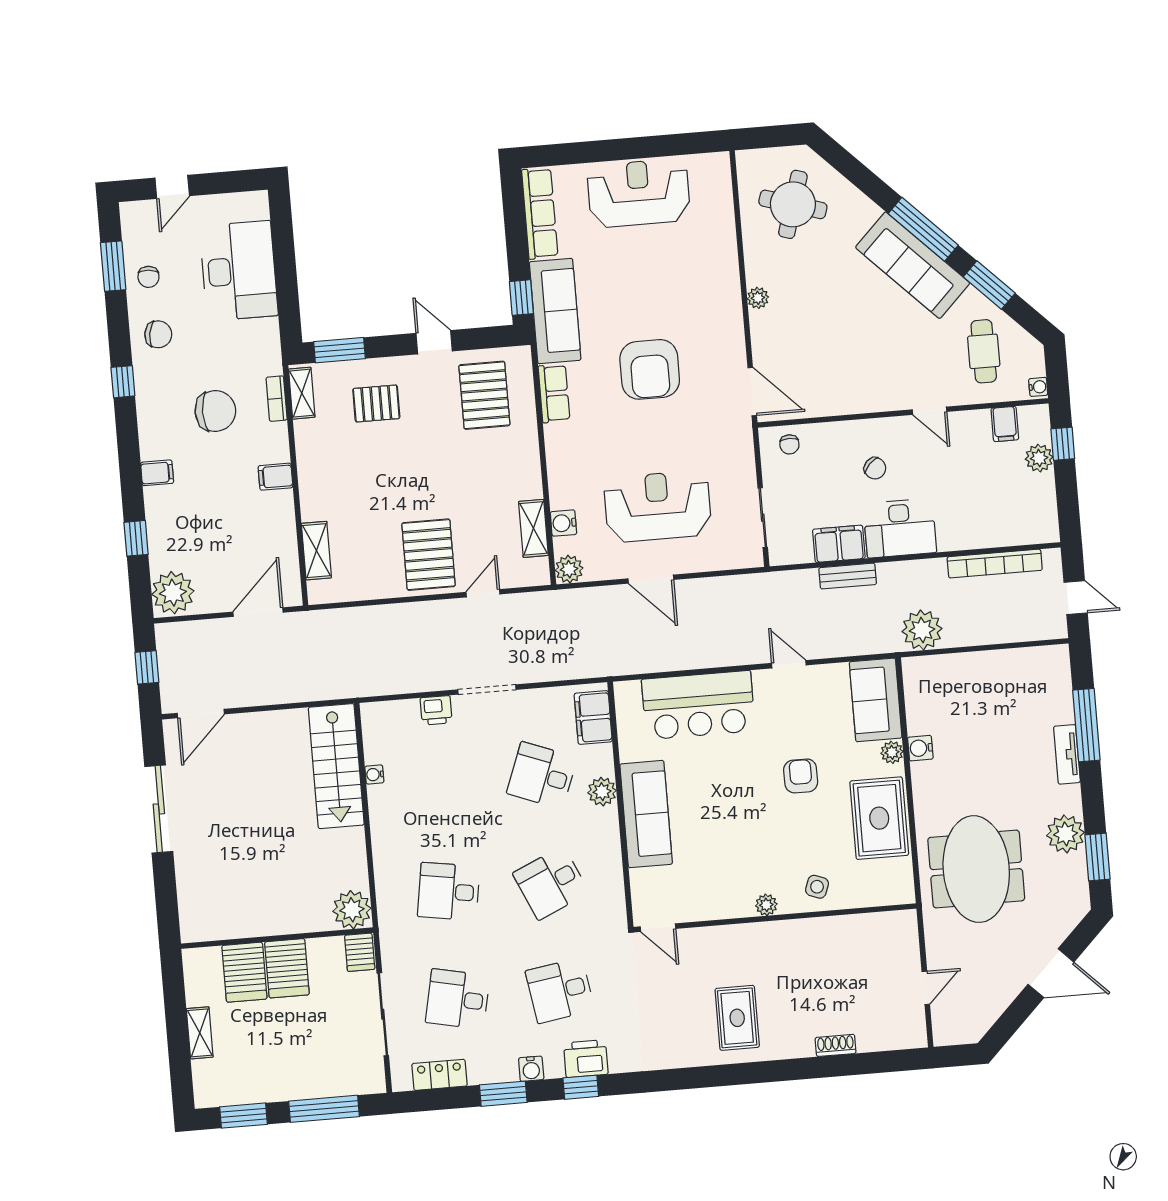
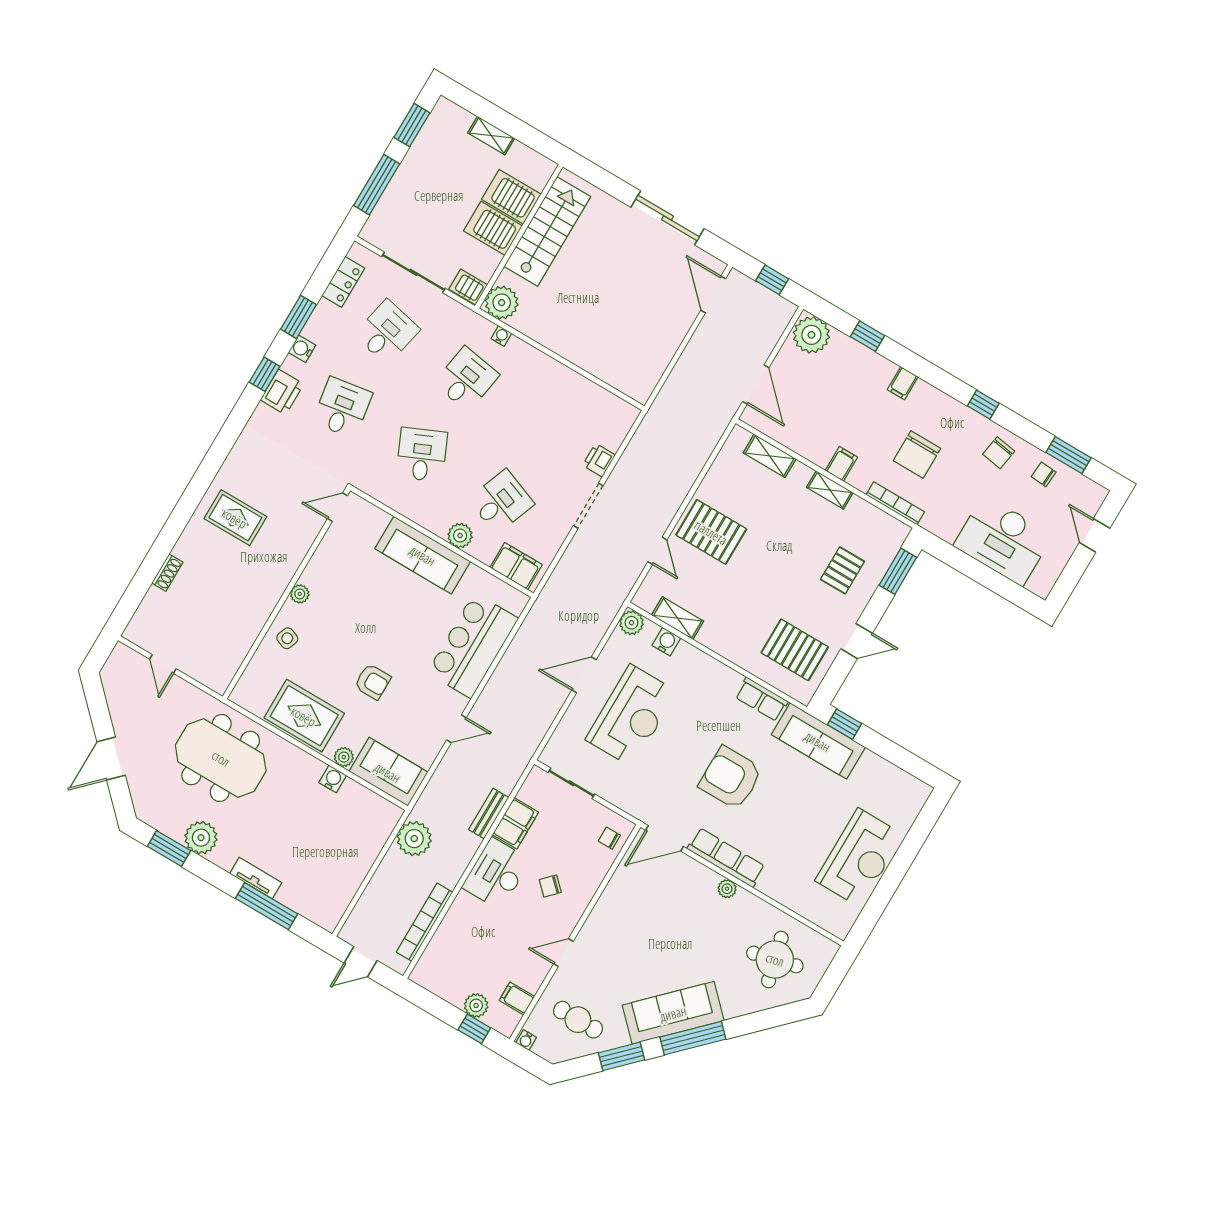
round table: (793, 204) -> (775, 959), turned -31
row of seats: (540, 213) -> (726, 858), moved, turned 180
shelving: (302, 393) -> (830, 490), moved
bookcase: (277, 399) -> (895, 503), width x1.56
stairs: (336, 766) -> (547, 231), moved, turned 90
water cooler: (374, 774) -> (501, 336), moved

